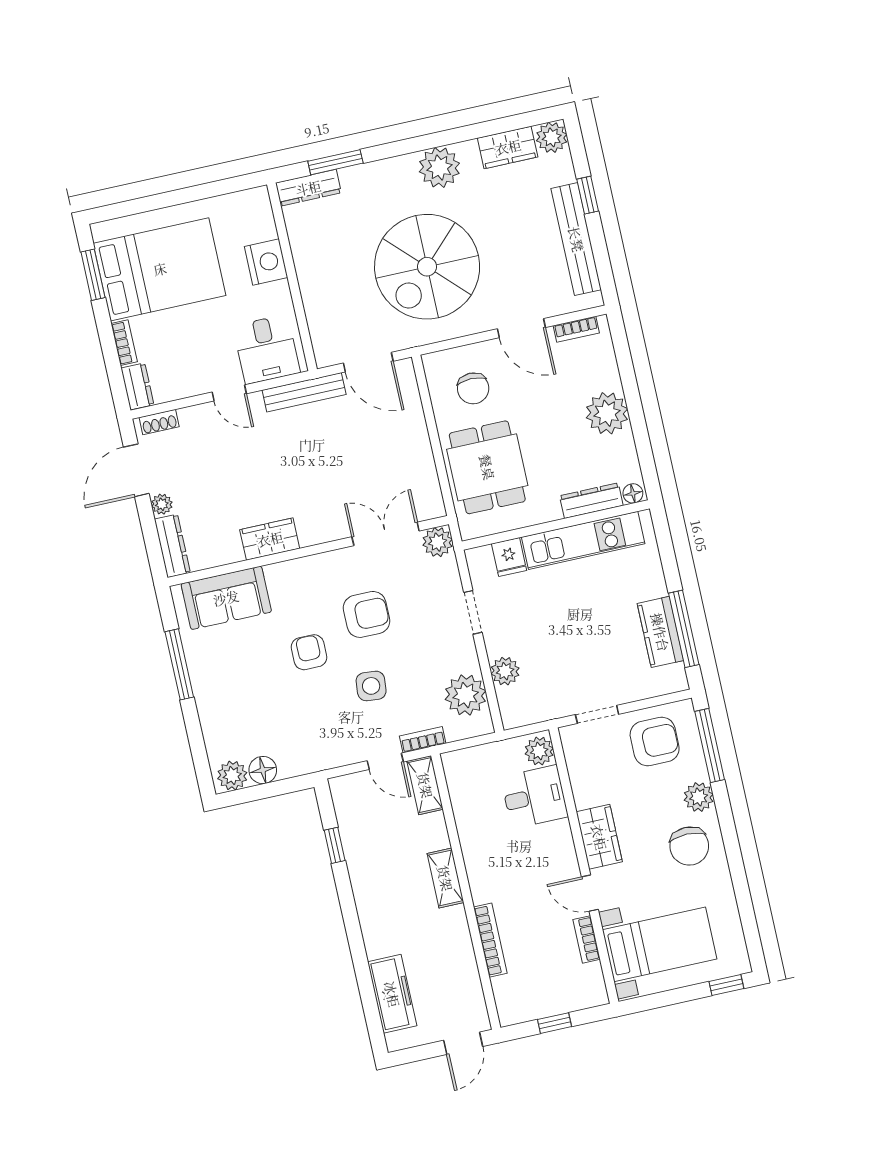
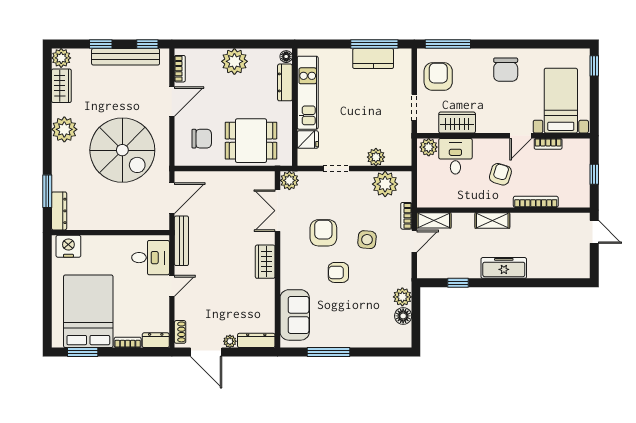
nightstand: (266, 262) -> (68, 246), moved
window: (604, 269) -> (147, 44), added
wardrobe: (270, 539) -> (265, 262), moved
plant: (232, 776) -> (402, 297), moved
plant: (699, 797) -> (477, 57), removed
wardrobe: (599, 837) -> (457, 123), moved
chair: (689, 846) -> (506, 70), turned 90
armchair: (522, 874) -> (500, 174), added
freezer: (392, 994) -> (504, 268), moved

